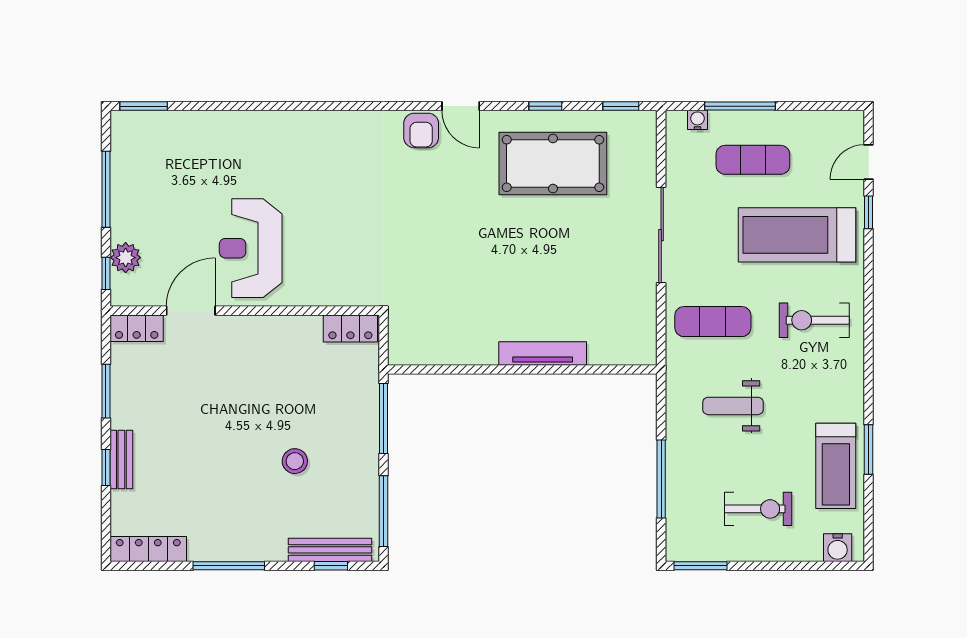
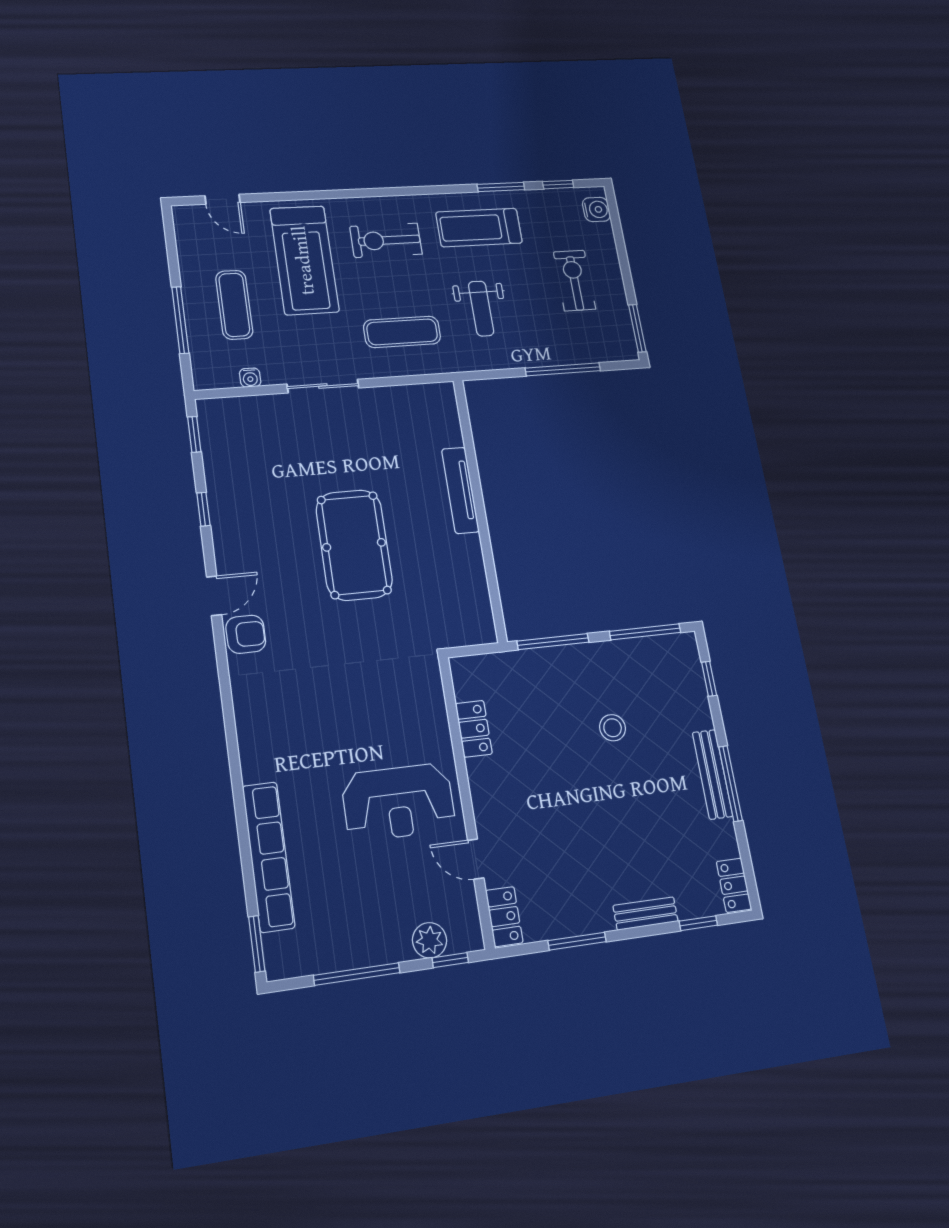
water cooler: (698, 120) -> (250, 378), moved, turned -90
row of seats: (217, 126) -> (268, 856), added
pool table: (553, 164) -> (354, 545), moved
window: (869, 212) -> (558, 185), moved
sliding door: (661, 235) -> (323, 386), width x0.73
door: (191, 311) -> (476, 859), width x0.73
exercise bike: (814, 320) -> (386, 240), turned 90
exercise mat: (713, 322) -> (402, 332), turned 90
locker: (350, 328) -> (474, 729), moved
treadmill: (836, 466) -> (479, 228), moved, turned 180
window: (106, 467) -> (698, 923), moved
locker: (148, 549) -> (734, 885), width x0.66
bench: (330, 550) -> (712, 774), moved

